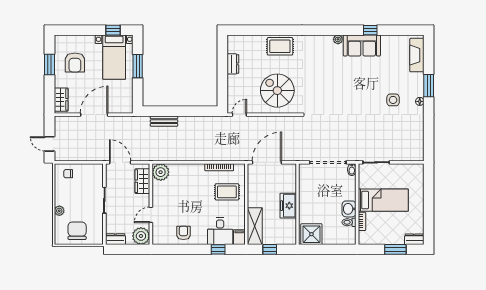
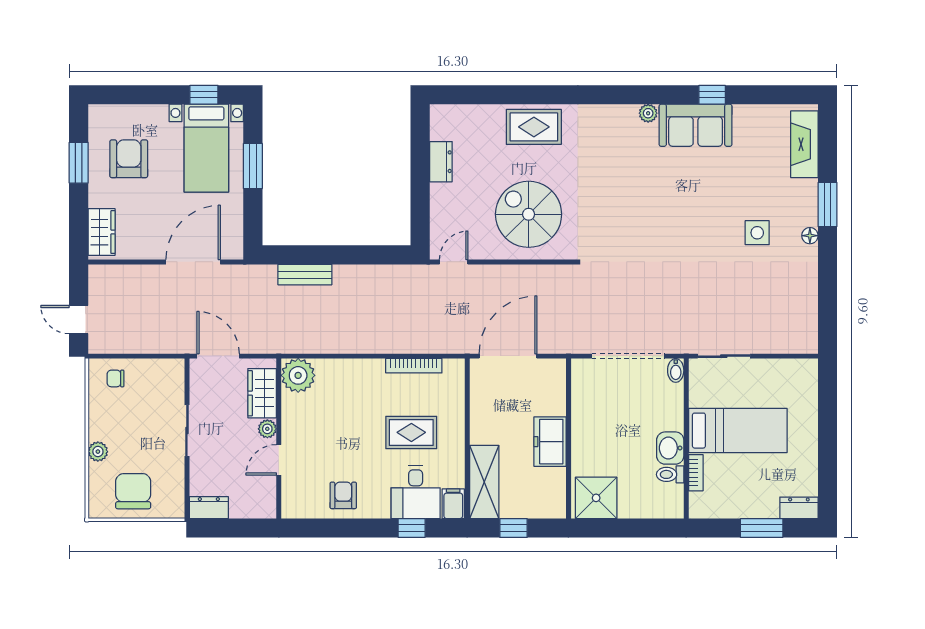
armchair: (75, 62) -> (129, 159), turned 180
door: (94, 115) -> (193, 262), moved
rug: (227, 192) -> (411, 432), moved
plant: (141, 236) -> (267, 429), moved, width x0.53, depth x0.53

